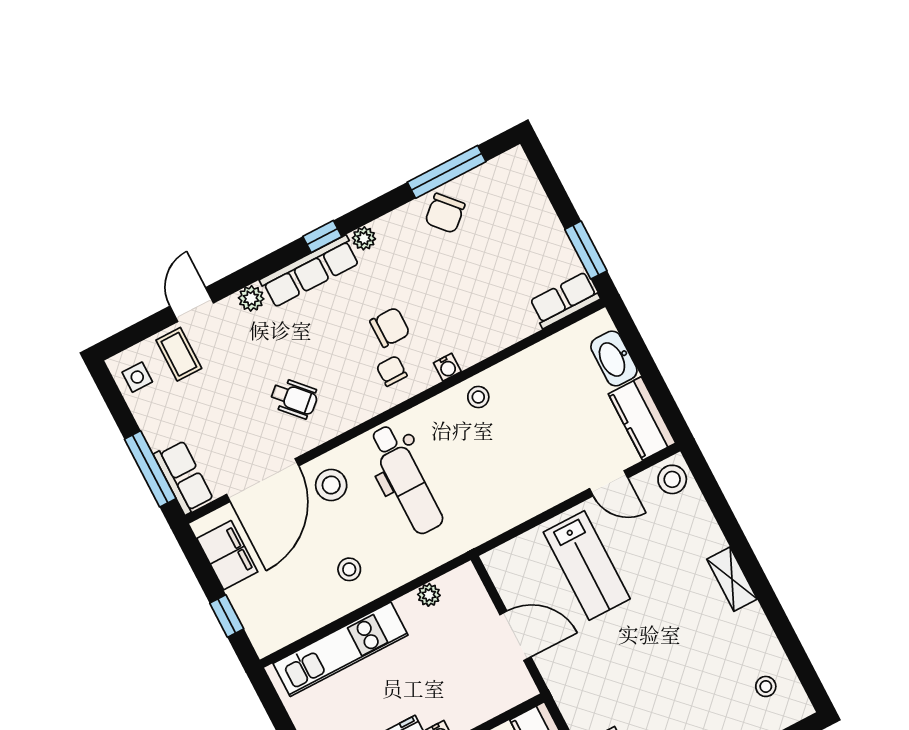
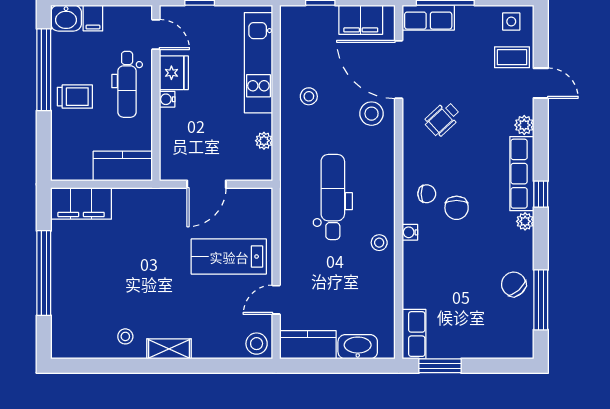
dental chair: (406, 479) -> (333, 197), moved, turned 90
stool: (766, 686) -> (125, 336), moved

